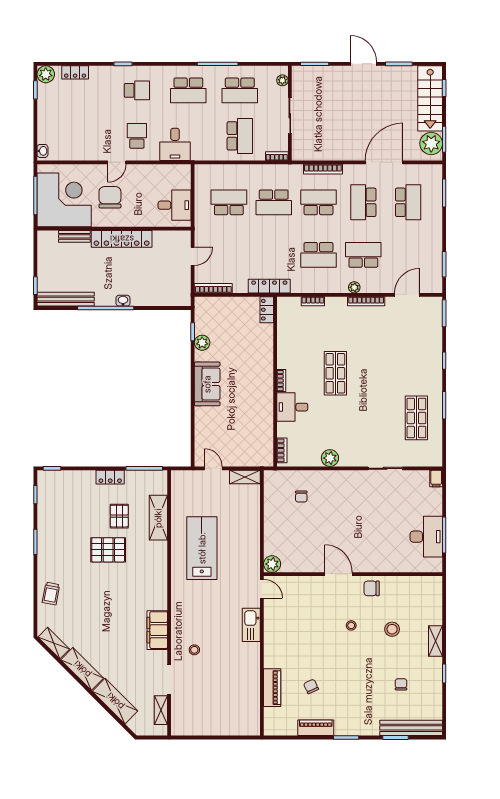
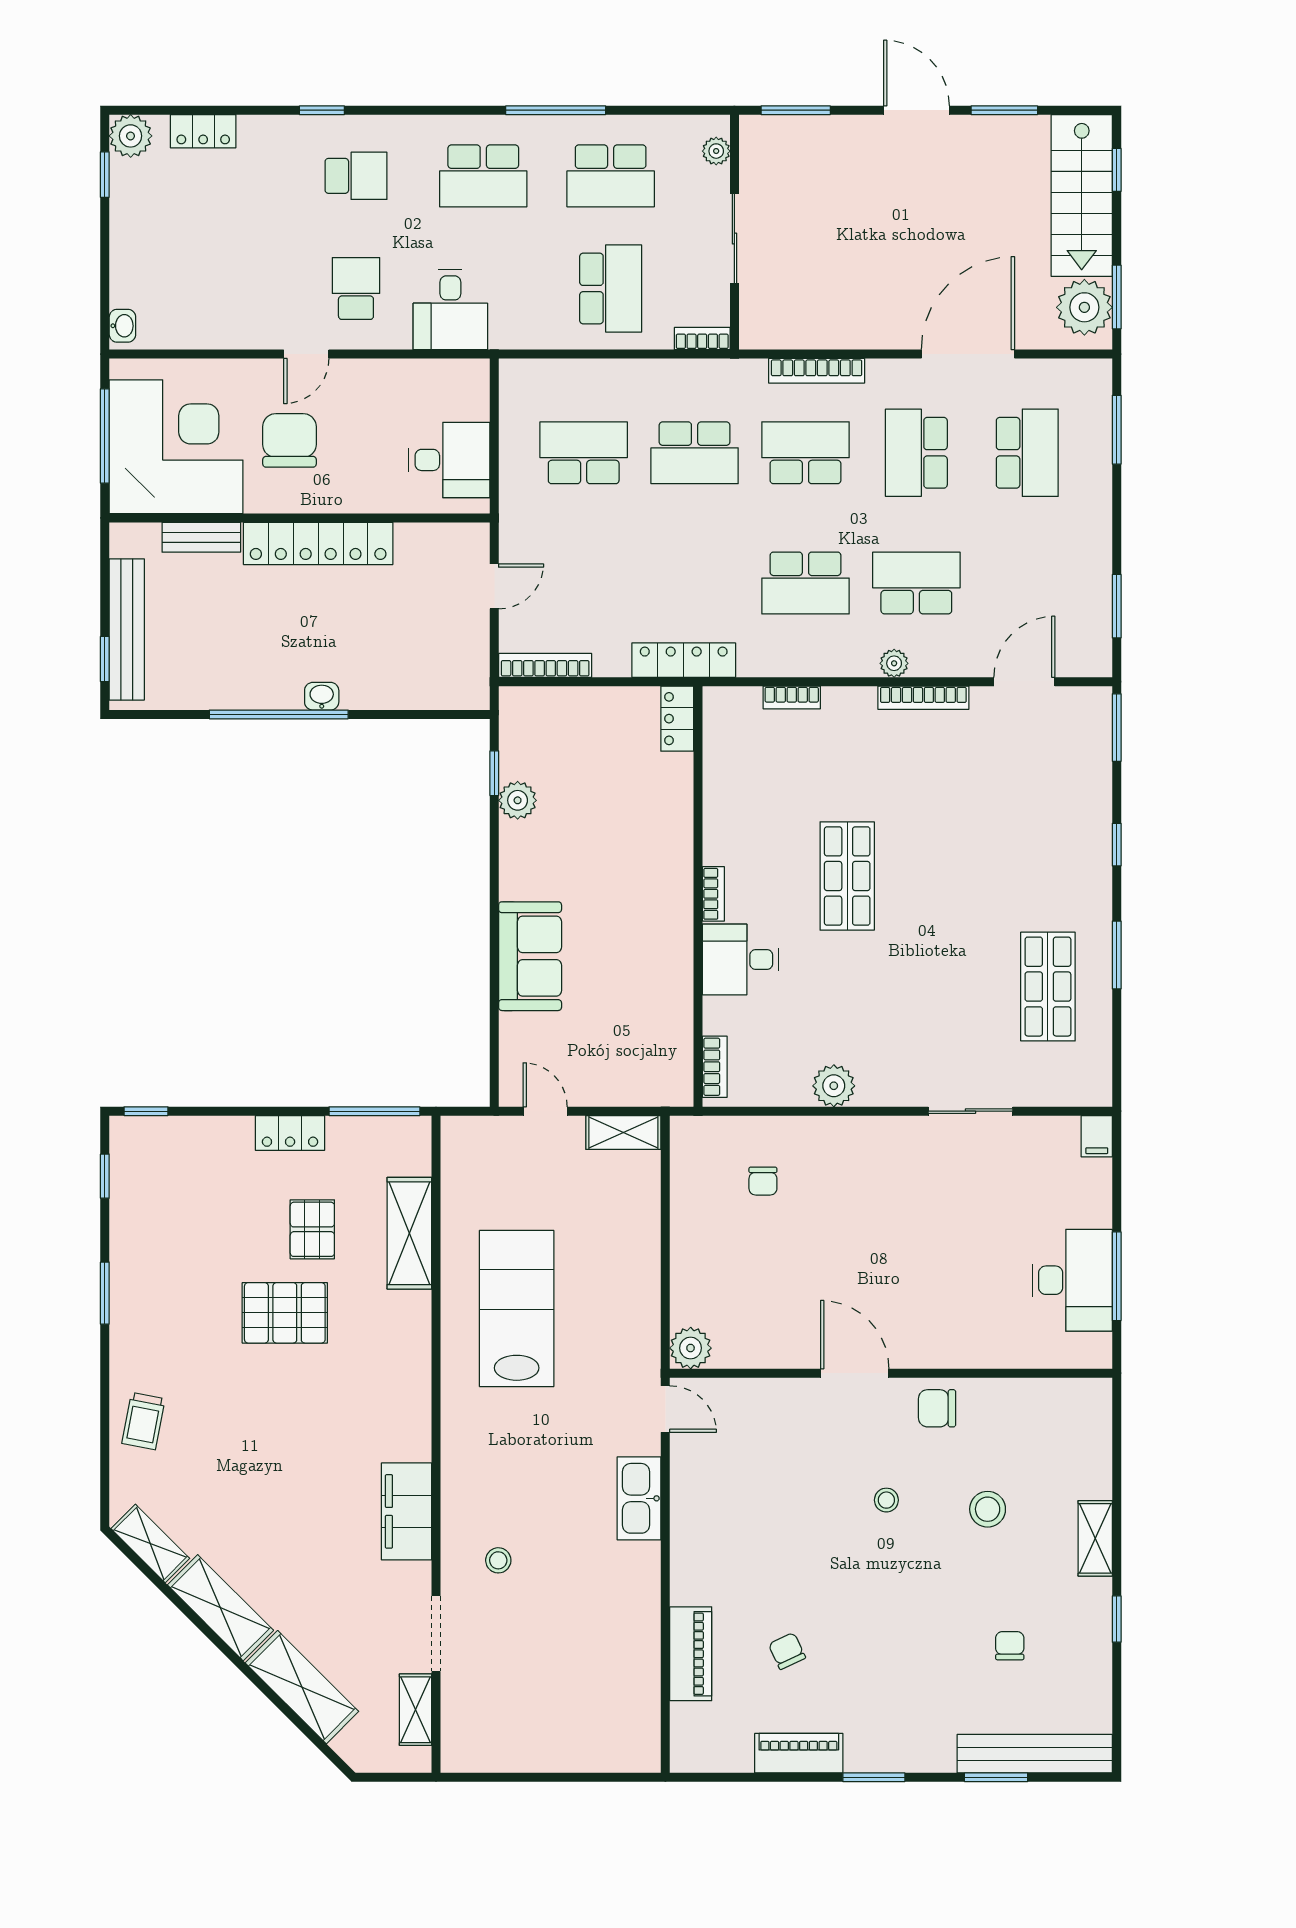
bench: (66, 299) -> (127, 629), moved, turned 90
sofa: (207, 384) -> (530, 956), moved

